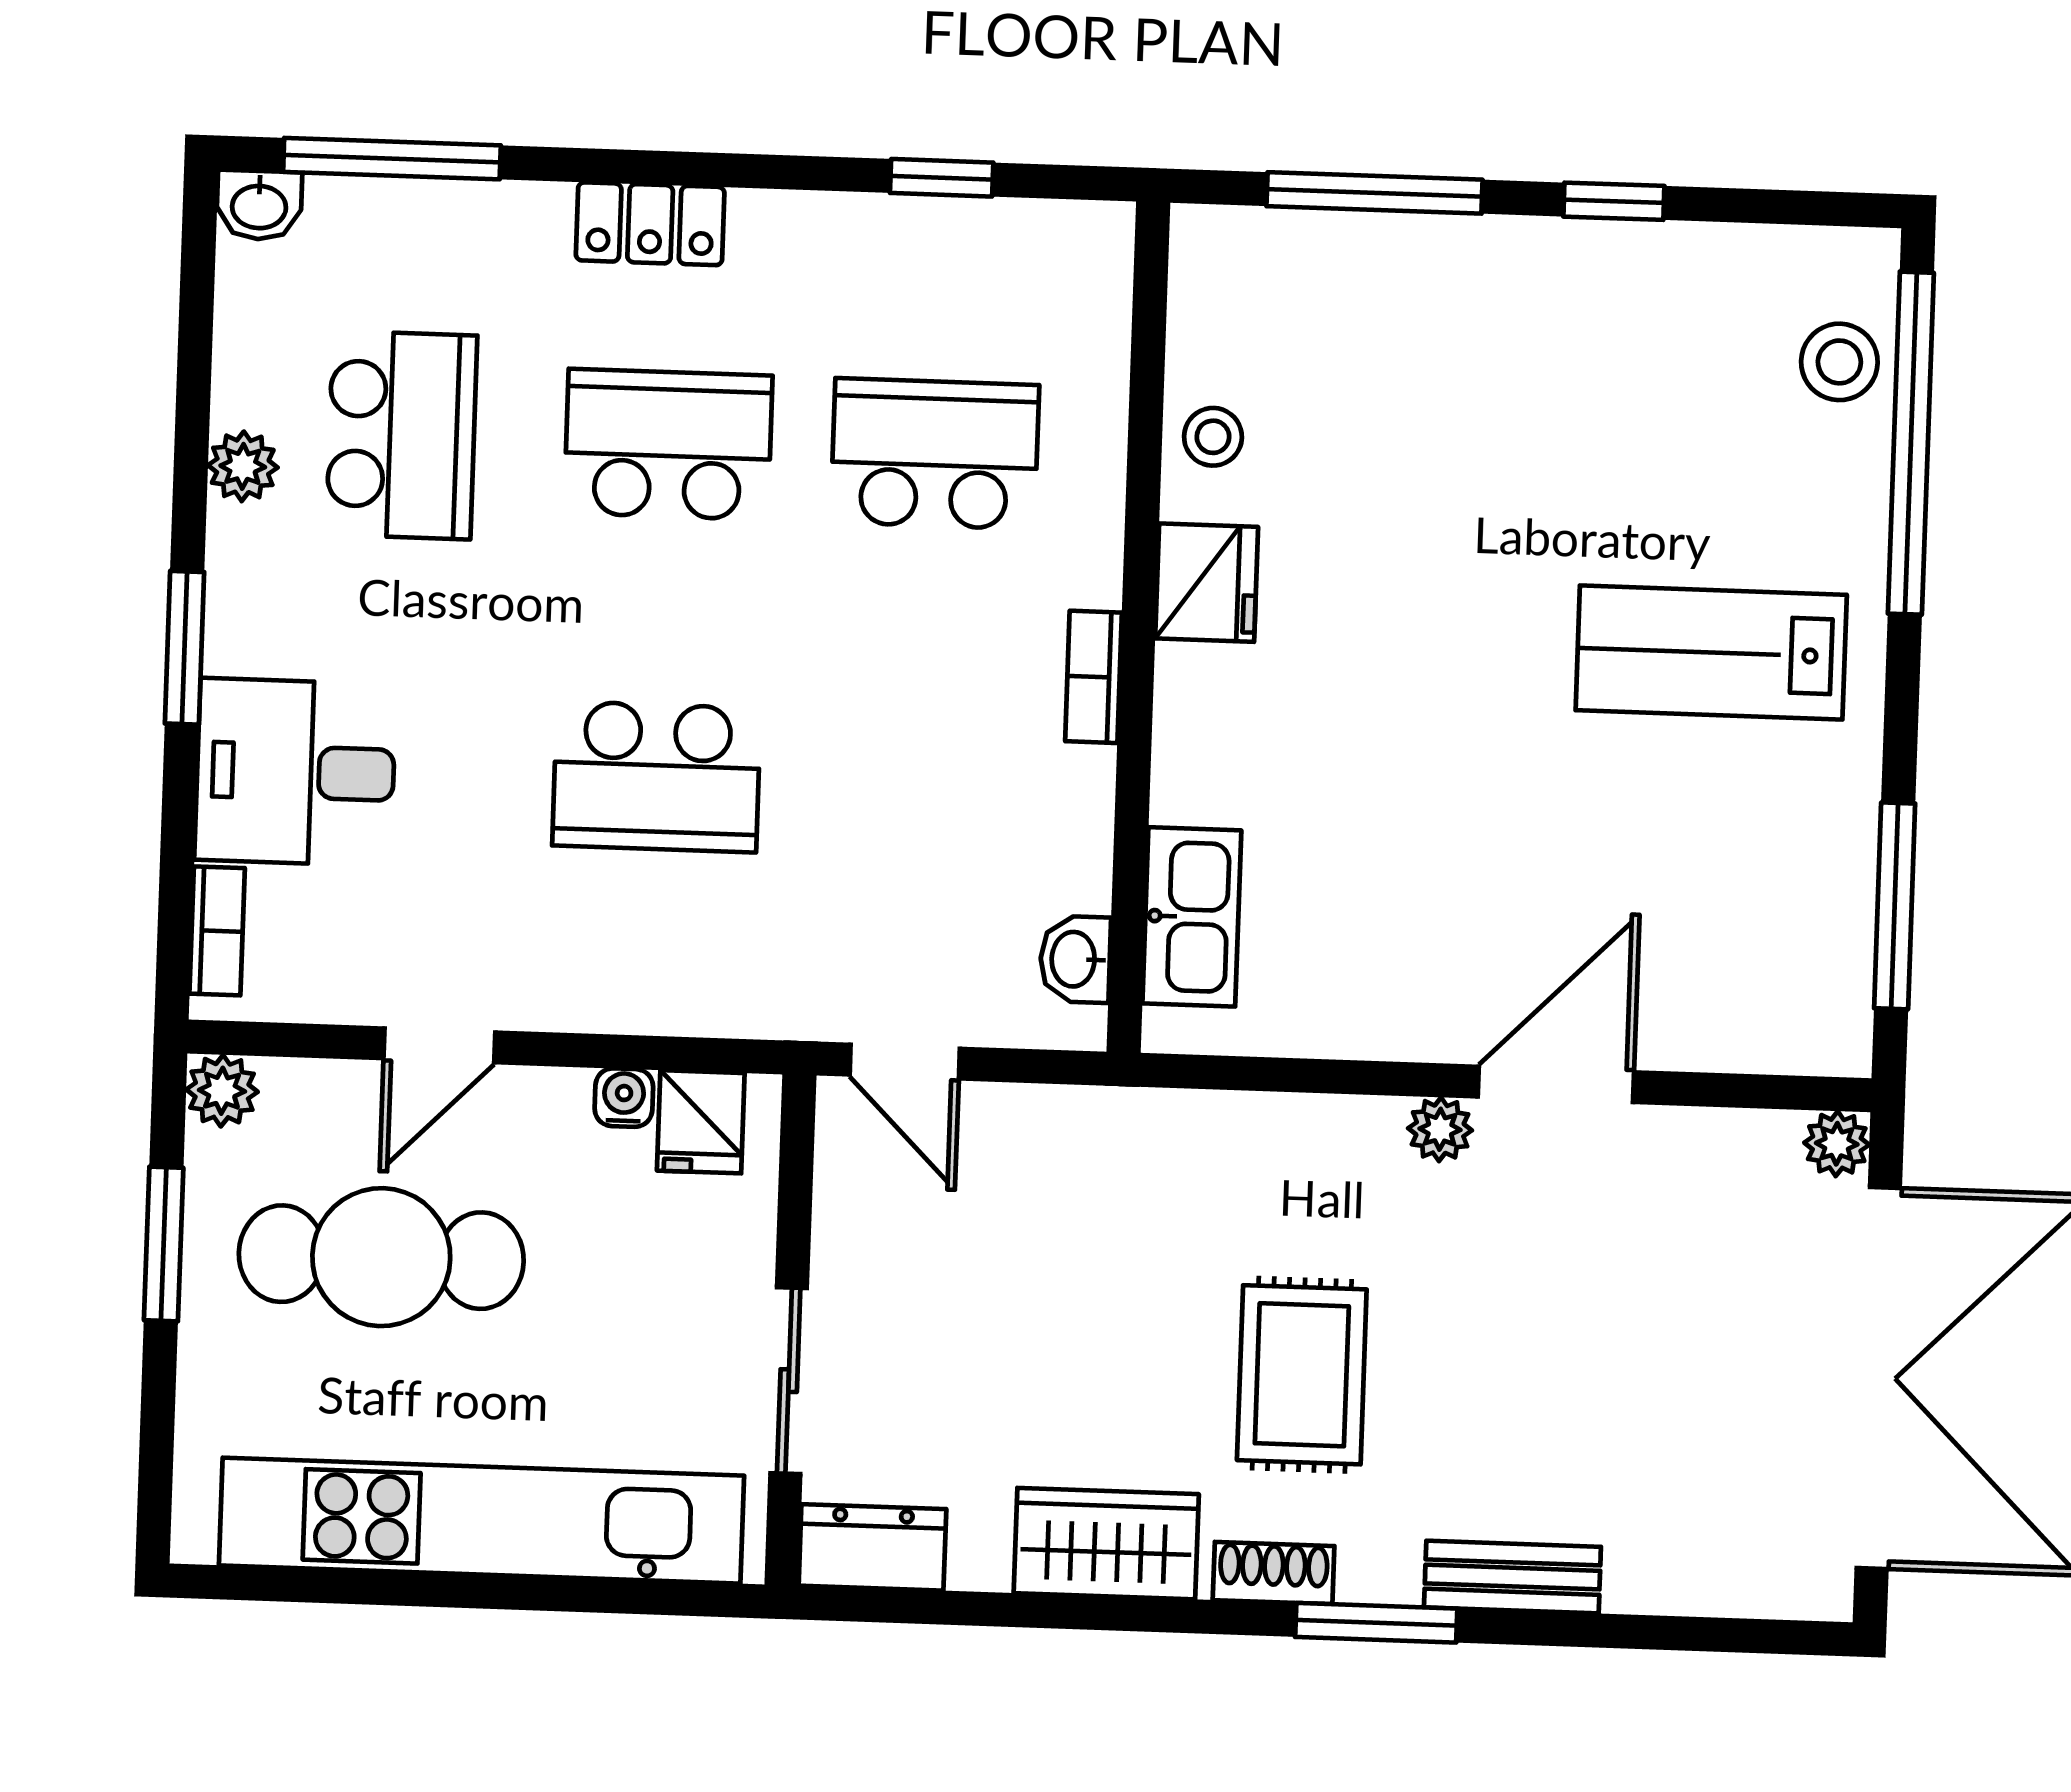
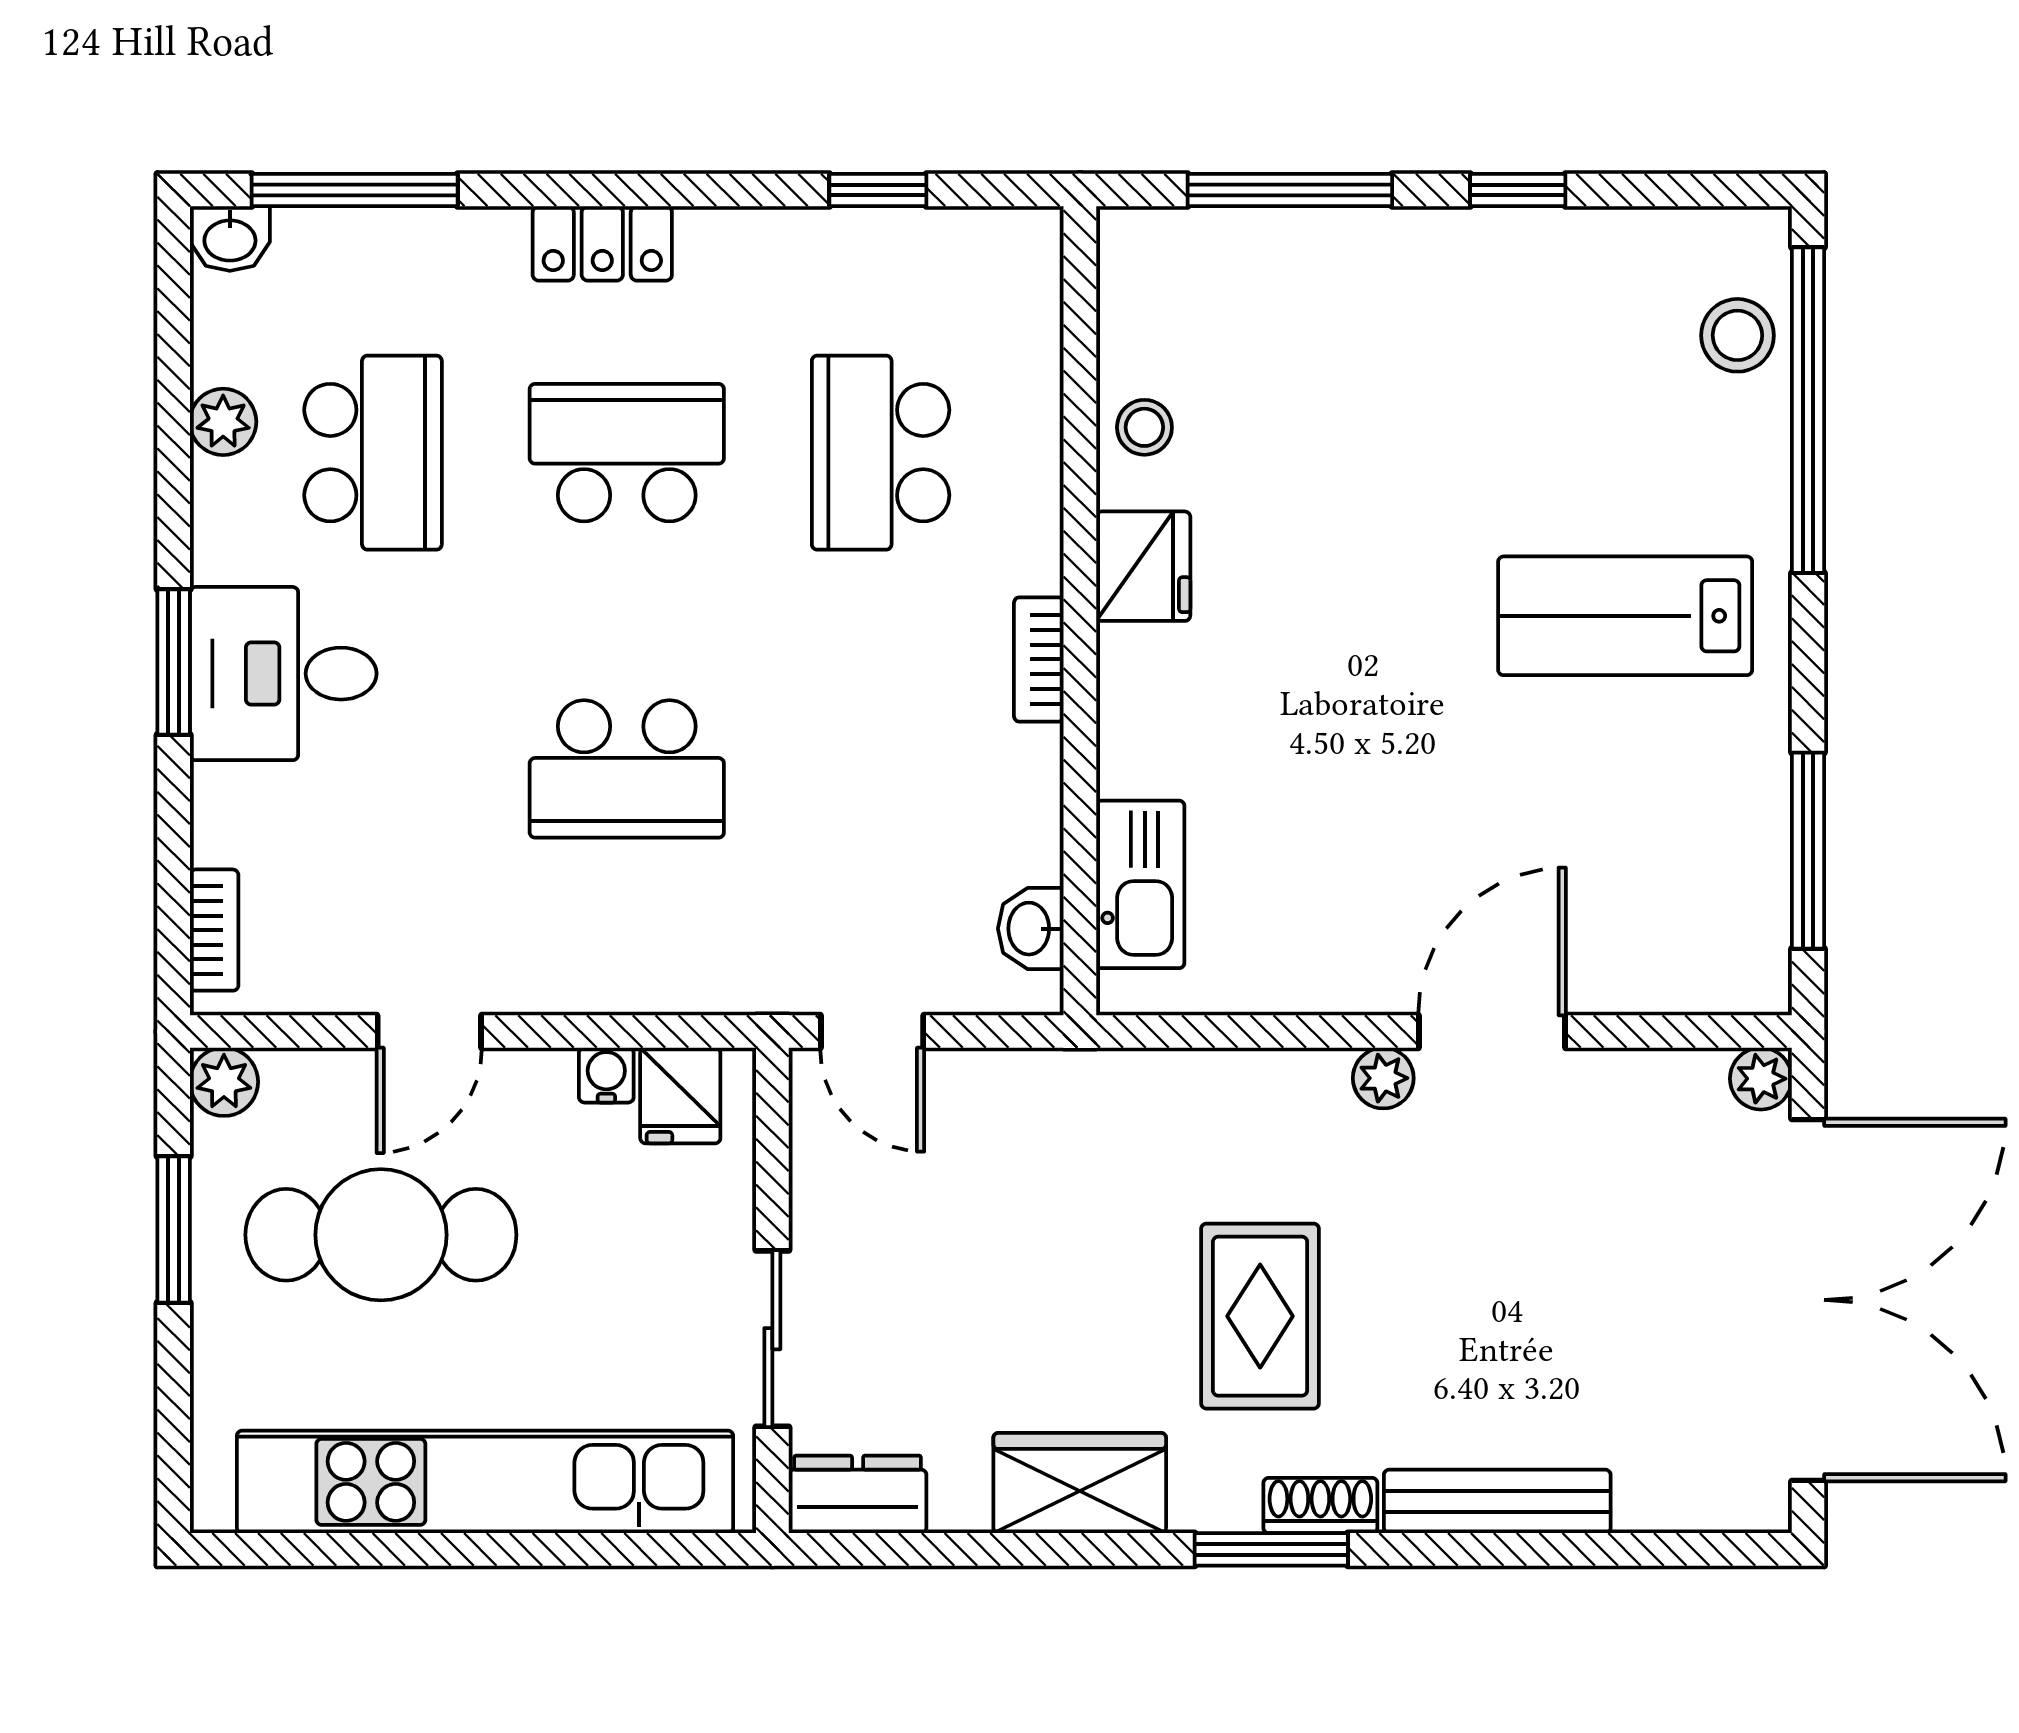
school desk: (935, 454) -> (881, 453), turned -90
plant: (243, 466) -> (223, 422), moved
desk: (295, 772) -> (283, 674), moved
shoe rack: (1274, 1573) -> (1320, 1505), moved
bench: (1512, 1577) -> (1497, 1501), width x1.36
window: (1376, 1623) -> (1271, 1549), moved

